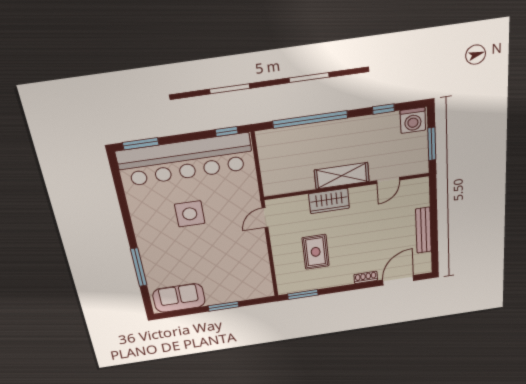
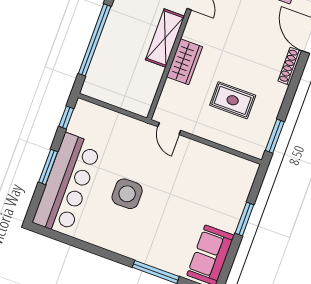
window: (141, 144) -> (48, 167), moved
bar counter: (185, 160) -> (67, 184), width x0.73
shoe rack: (366, 277) -> (290, 66), width x1.43

